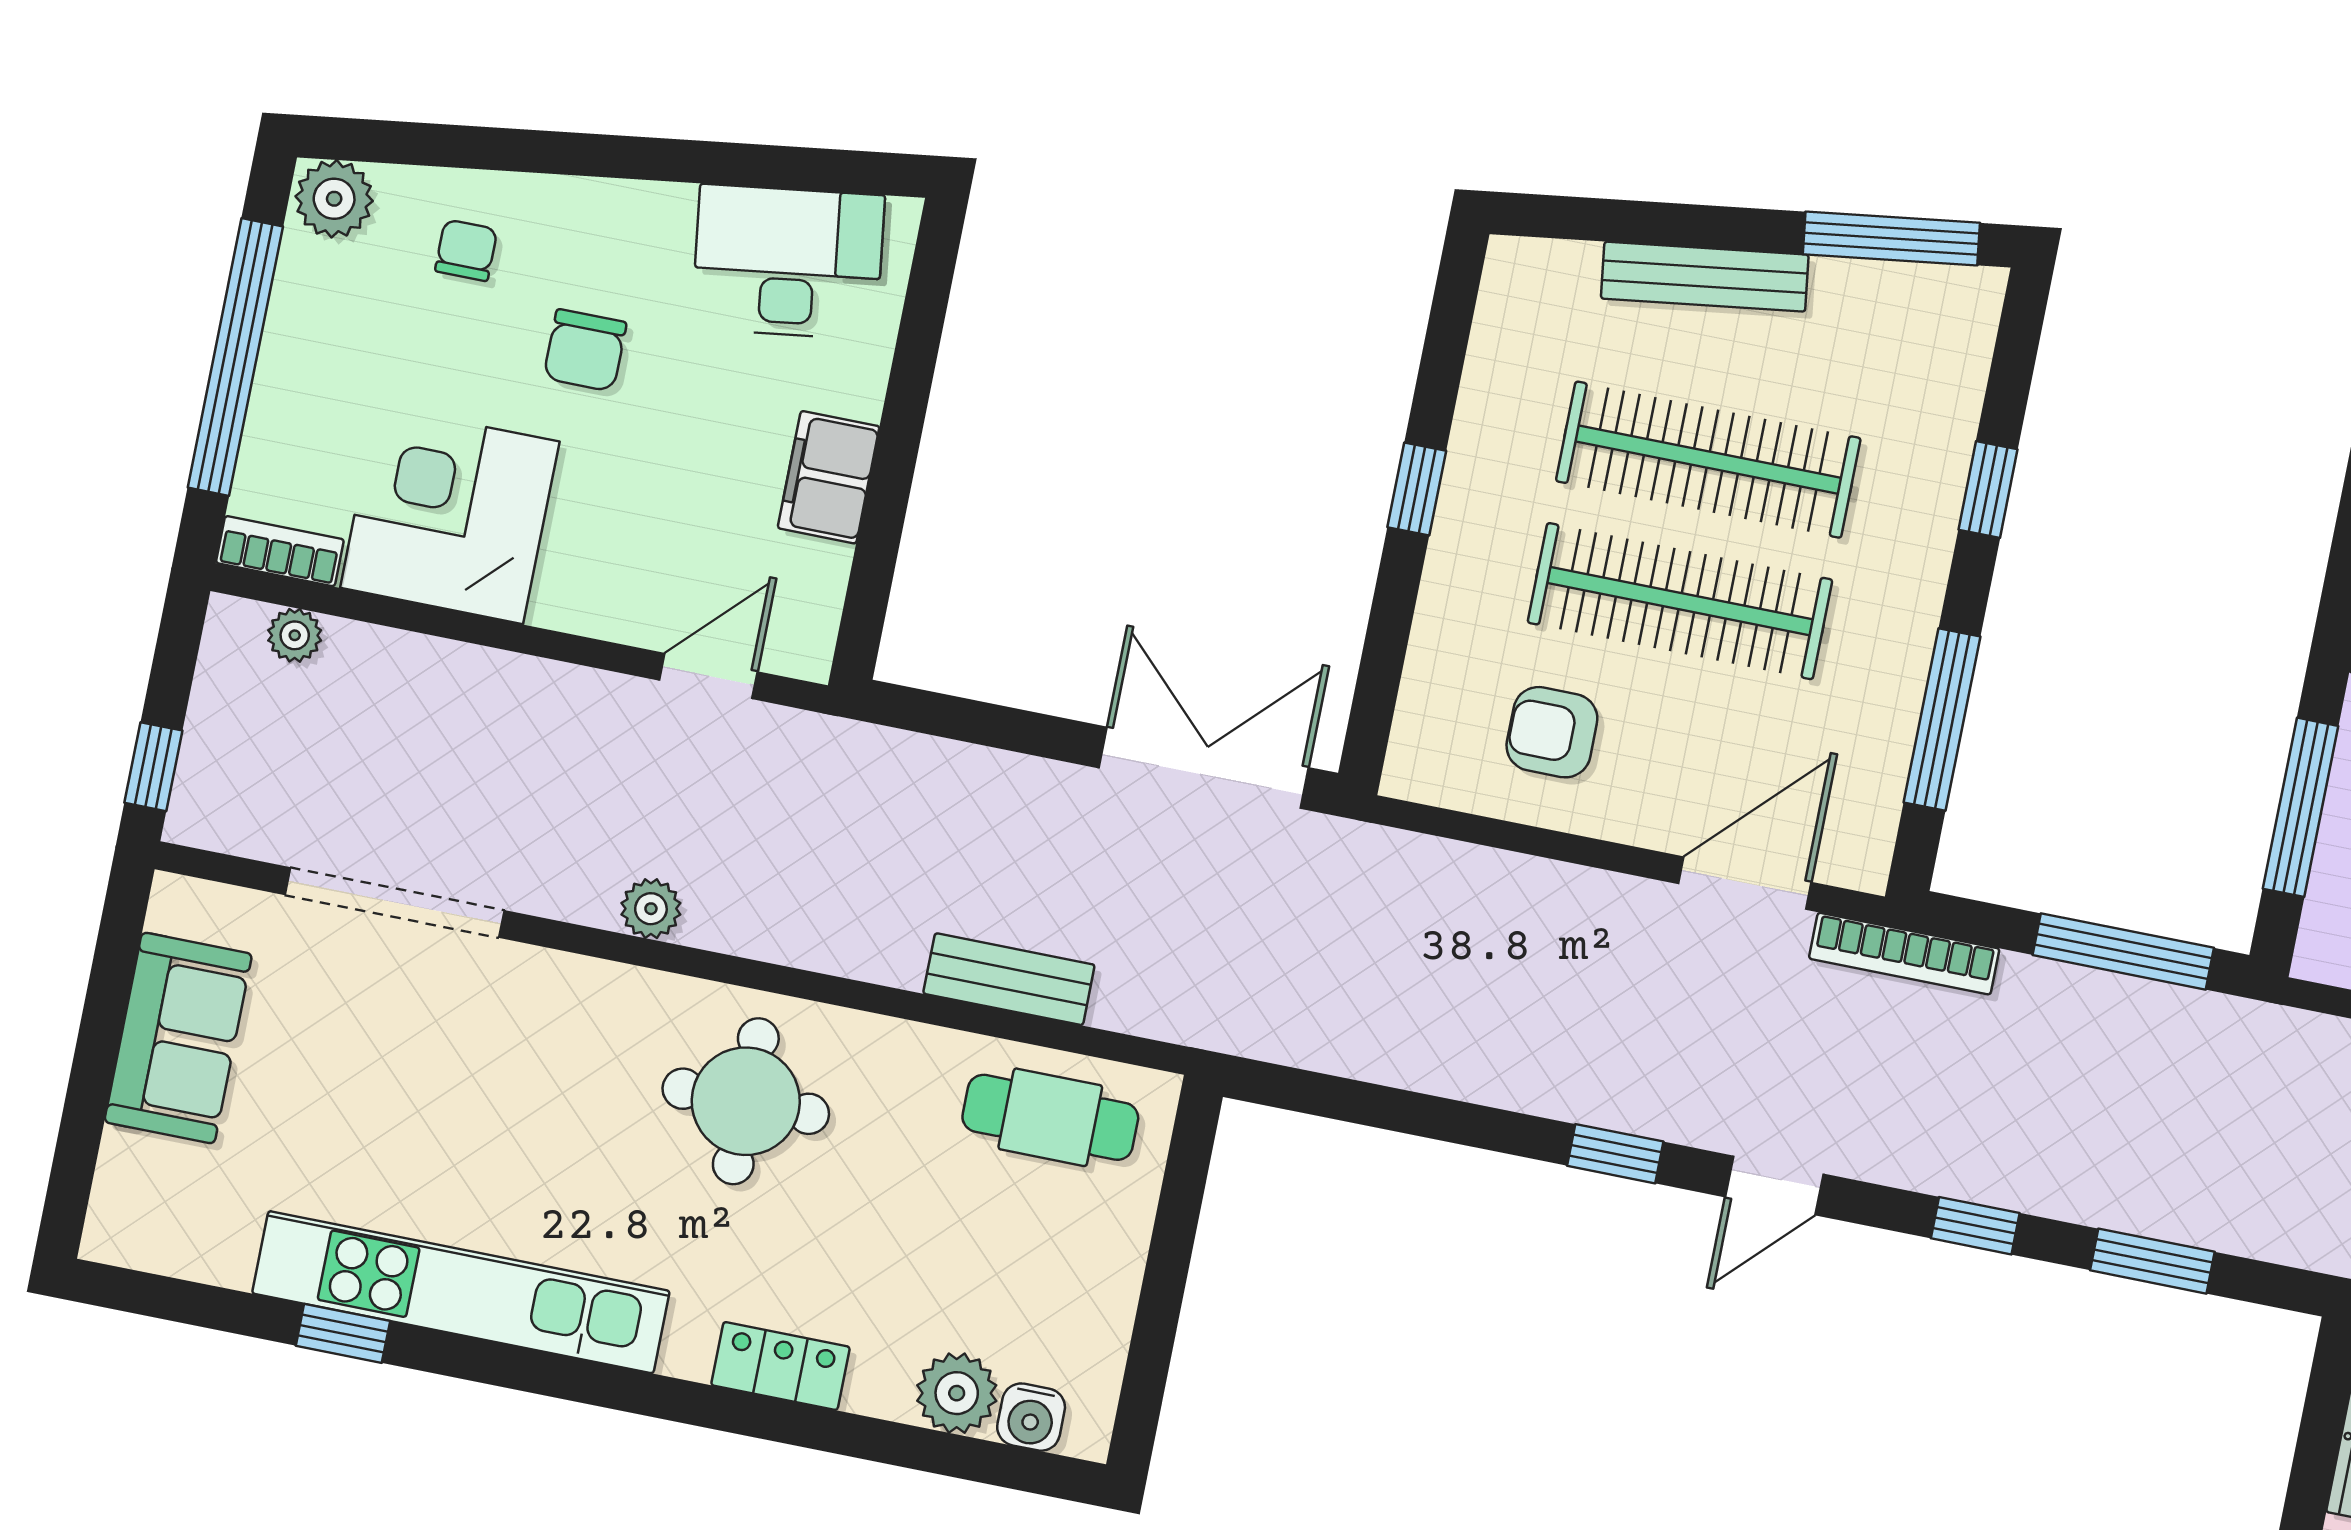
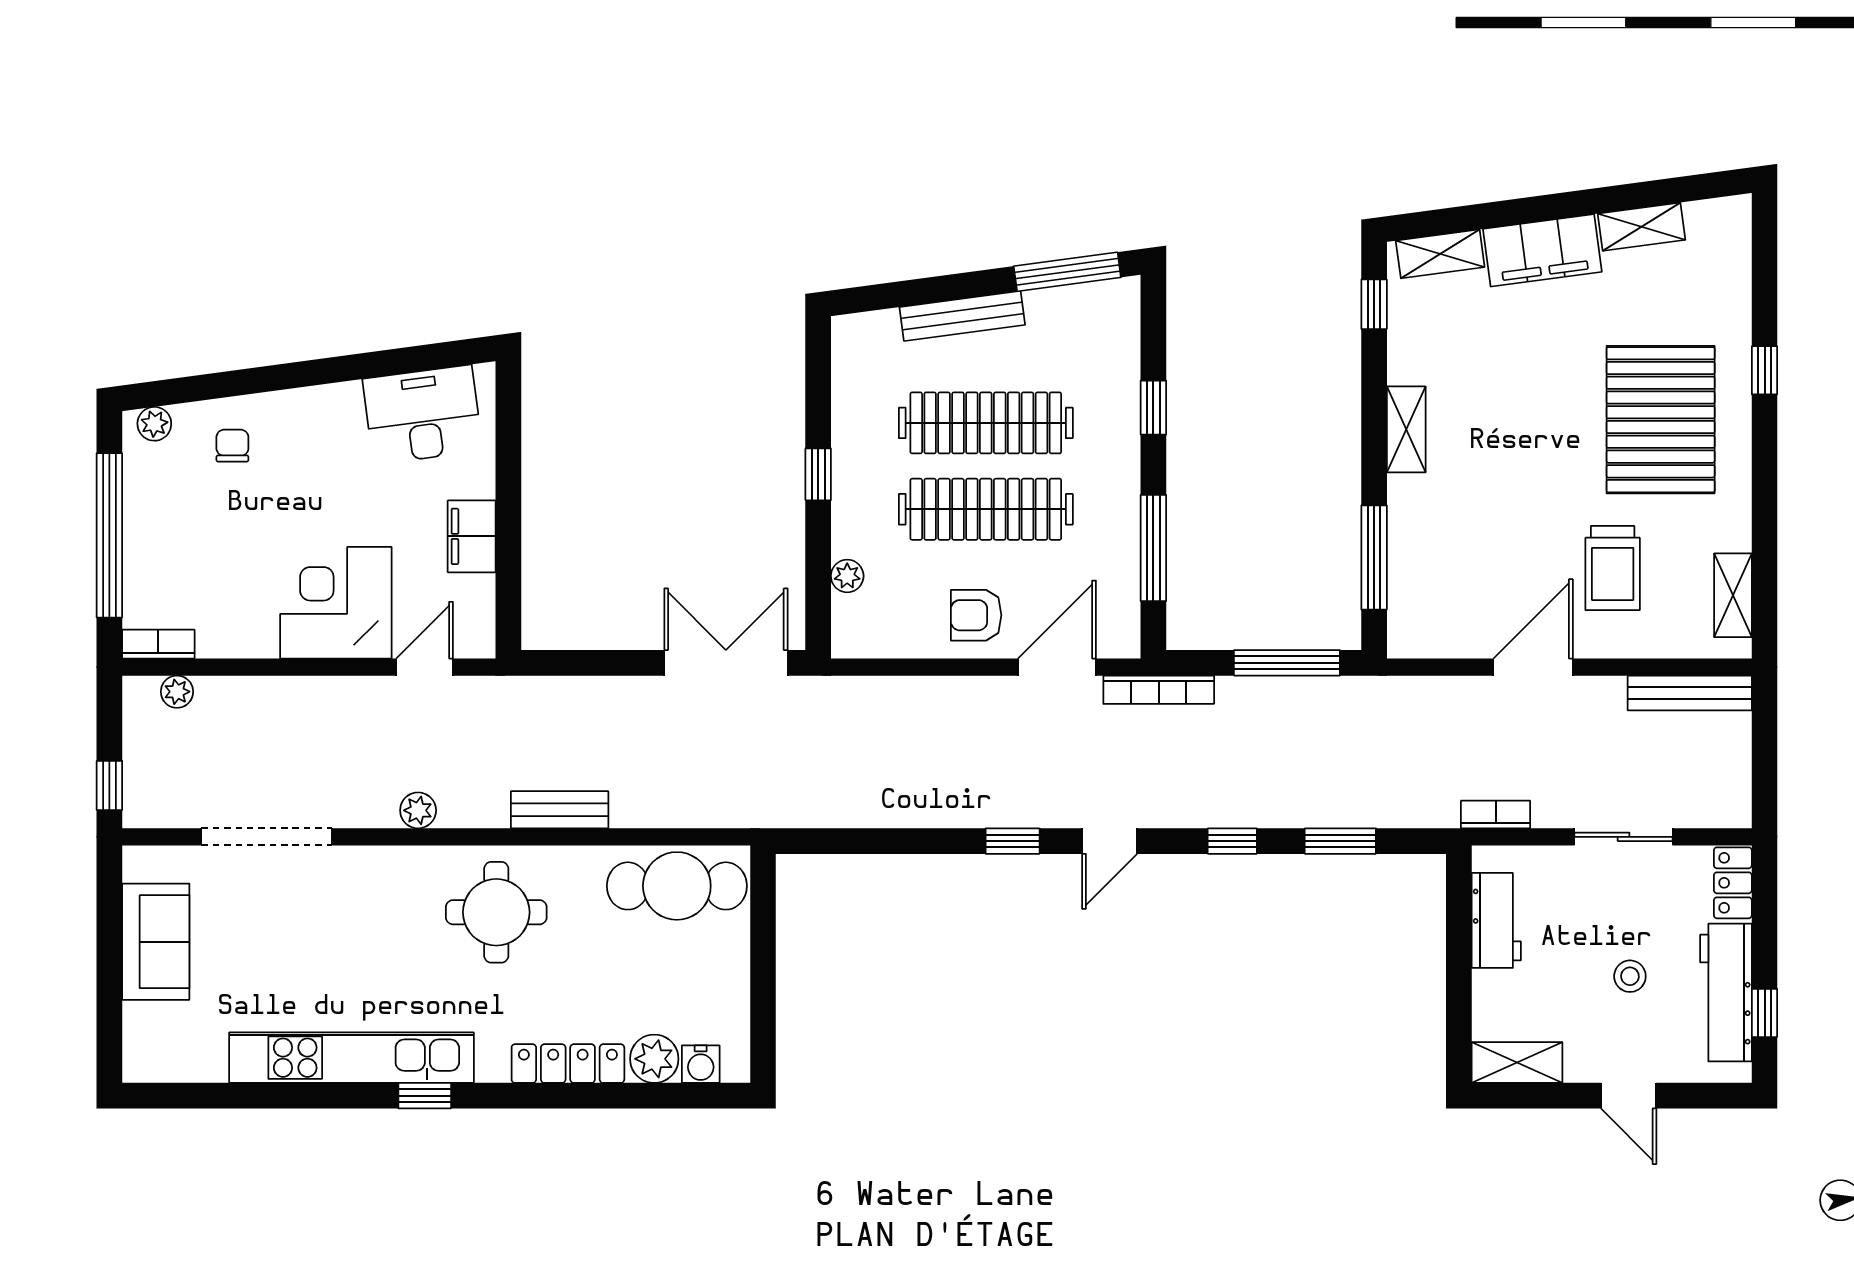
plant: (334, 199) -> (154, 424), width x0.73, depth x0.73
chair: (585, 350) -> (314, 490), removed
corner desk: (450, 515) -> (336, 603), moved
plant: (1431, 665) -> (847, 576), added
armchair: (1552, 732) -> (976, 615), moved
bench: (1009, 979) -> (560, 810), moved
cafe table: (1050, 1117) -> (677, 886), width x1.37, depth x1.35
window: (343, 1333) -> (425, 1096), moved
locker: (780, 1366) -> (568, 1064), width x1.53

